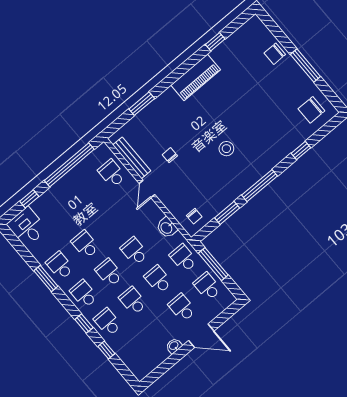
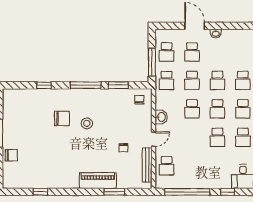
piano: (196, 77) -> (98, 181), moved
chair: (311, 110) -> (62, 118), moved
washbasin: (167, 228) -> (161, 117), moved

